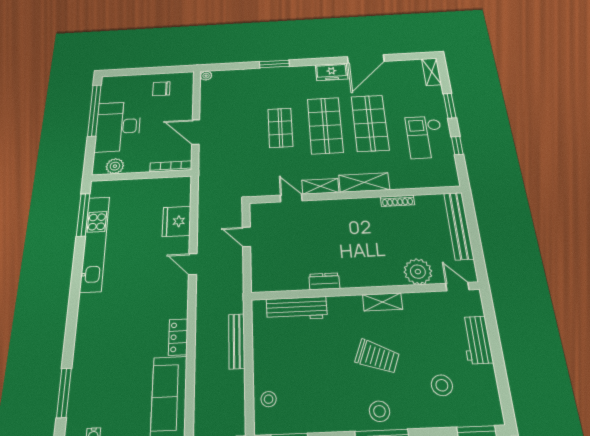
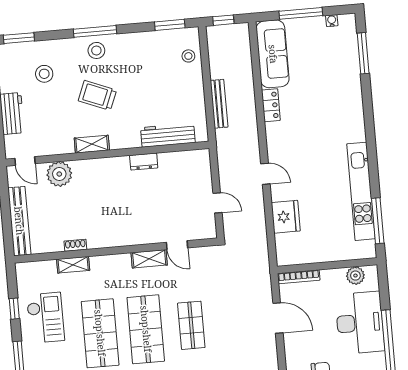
shelving: (364, 183) -> (73, 265), moved, width x0.67, depth x0.75
shoe rack: (397, 201) -> (75, 245), width x0.70

